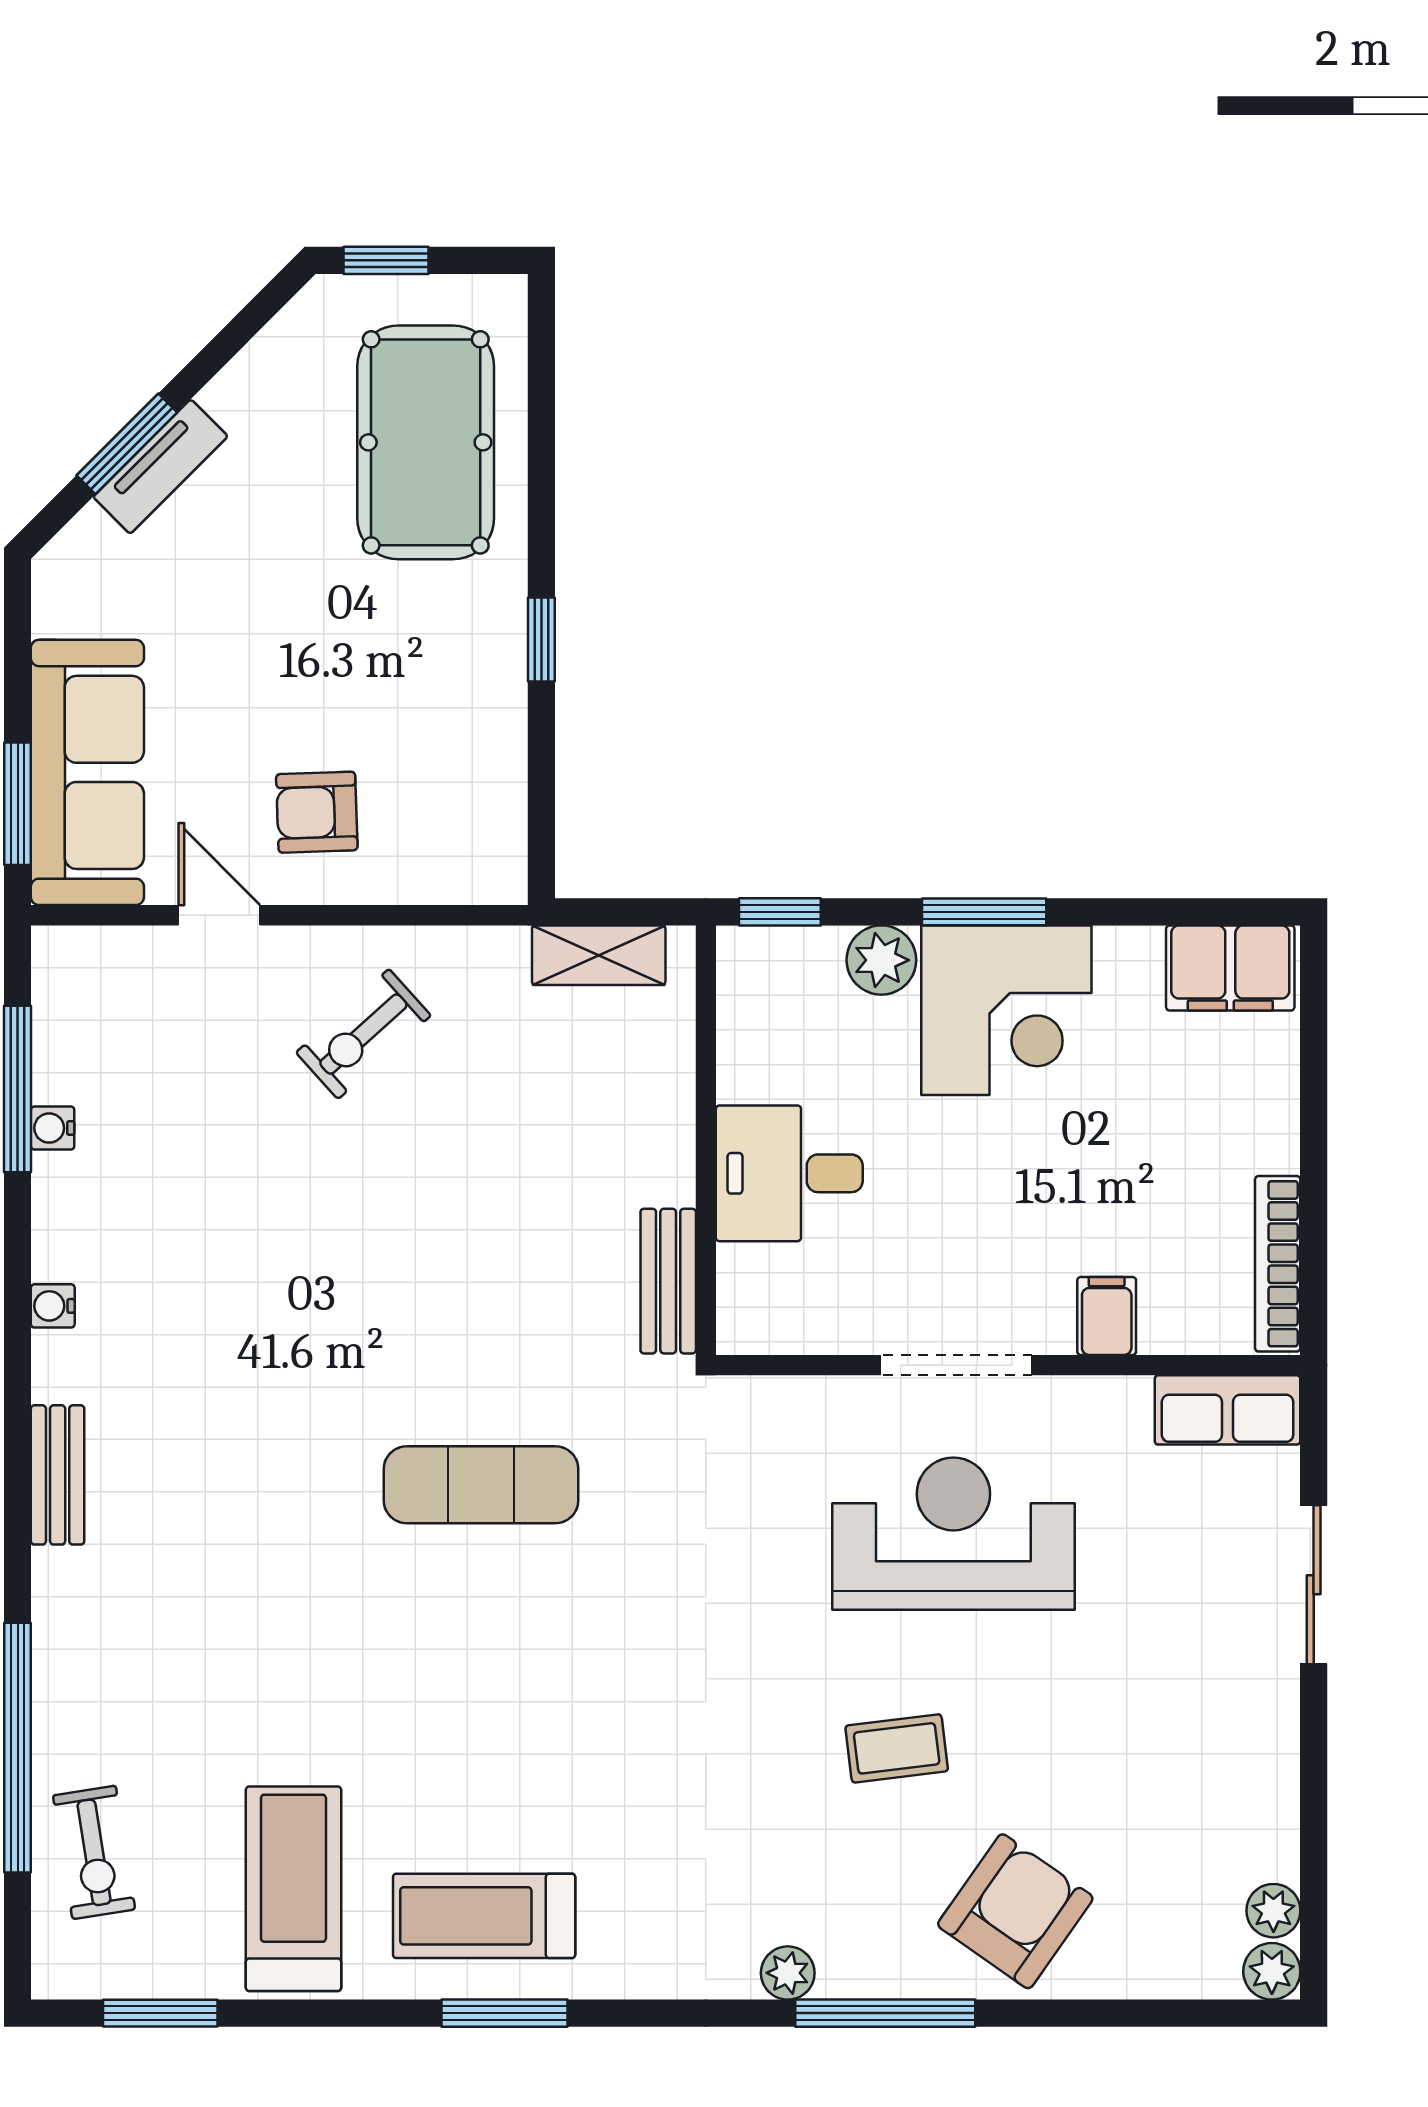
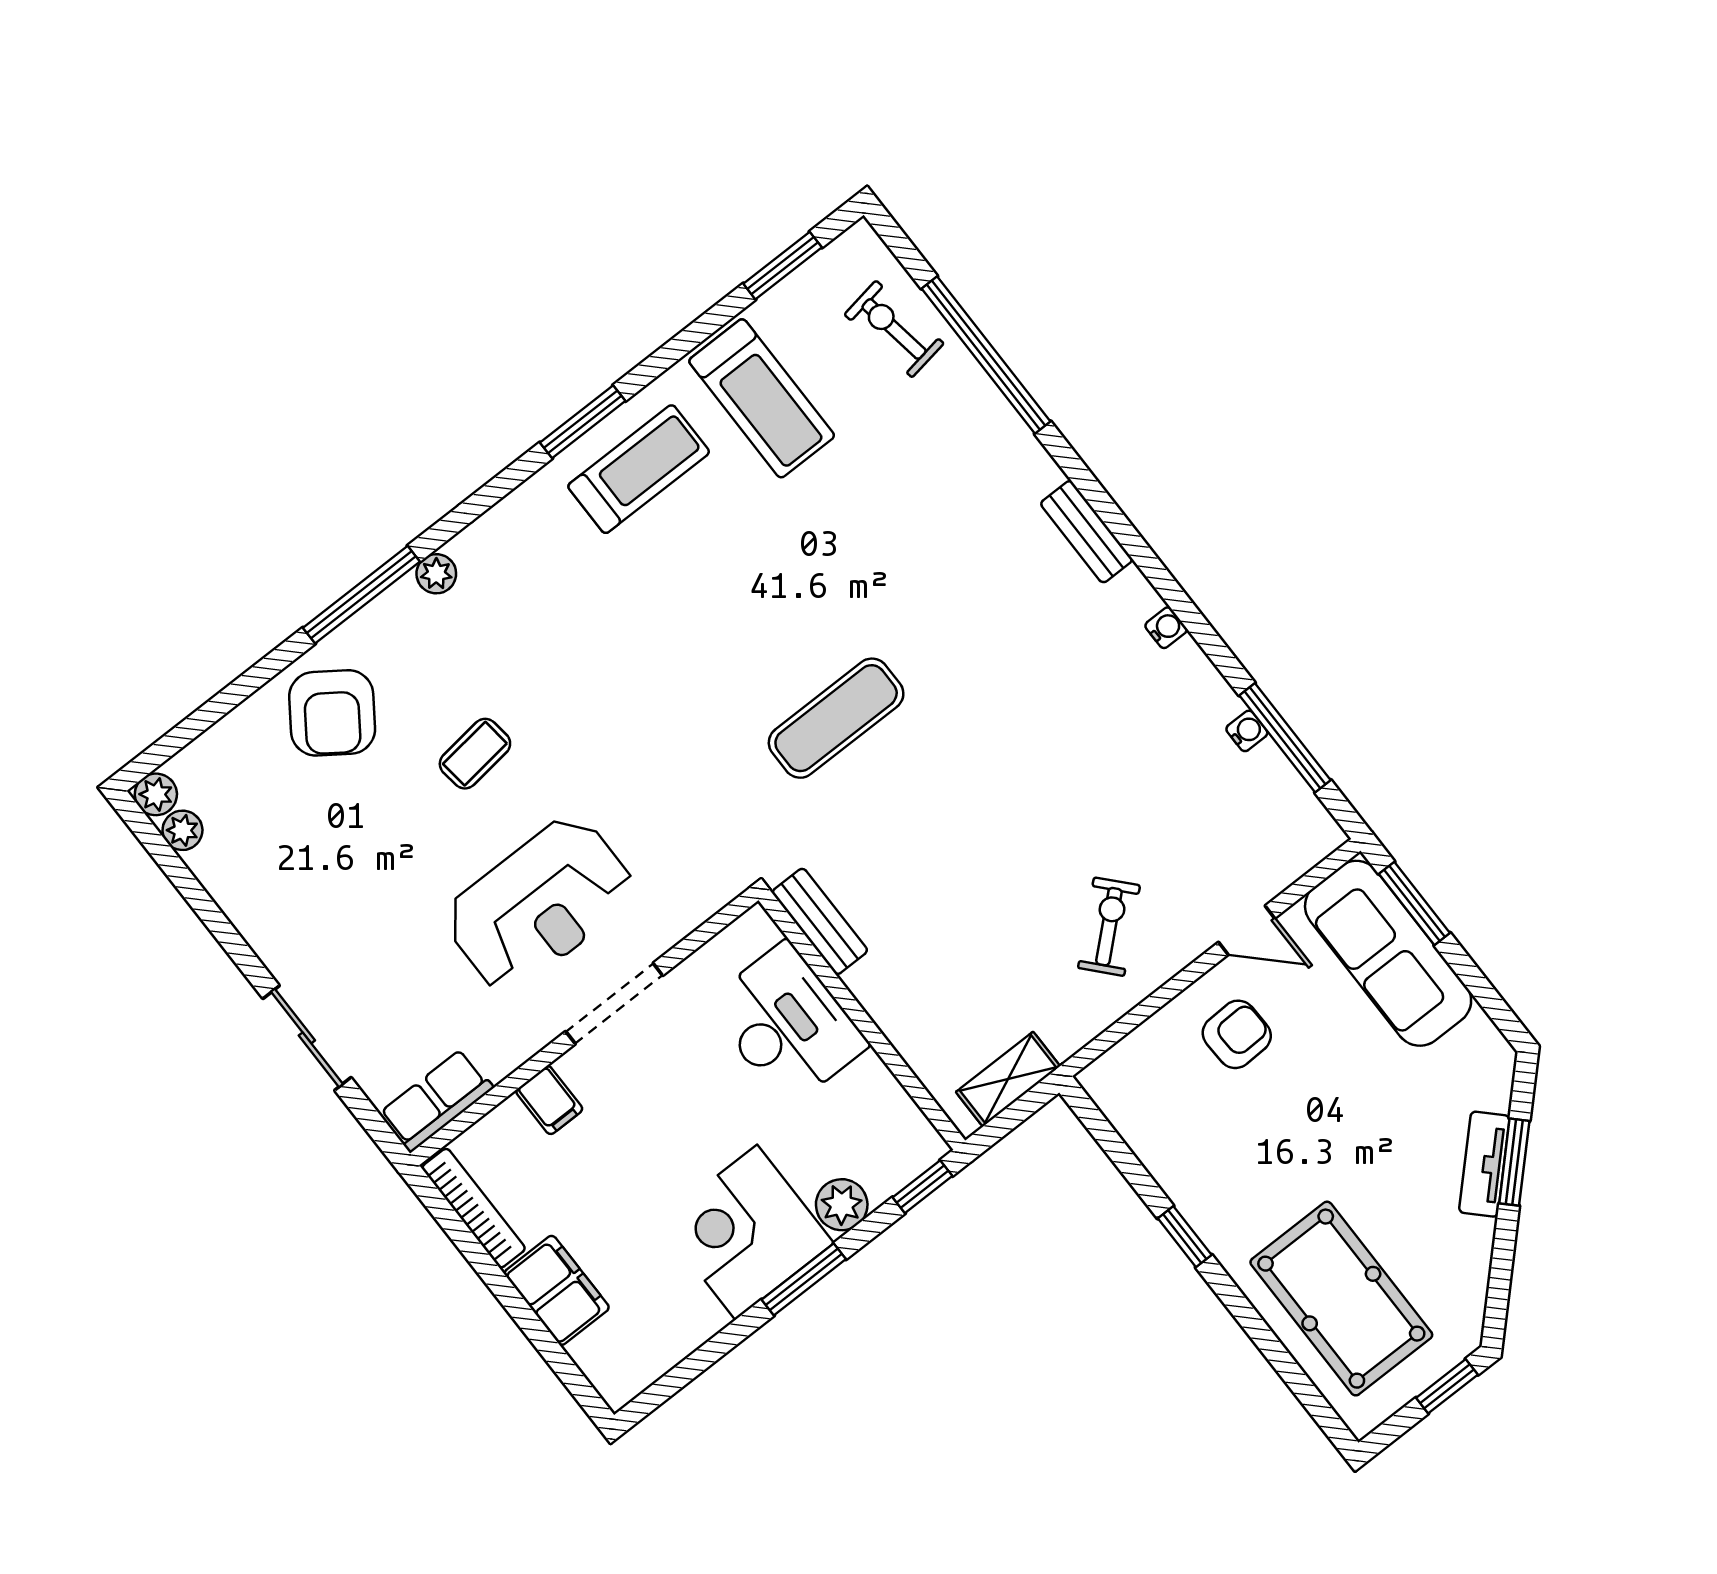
filing cabinet: (1230, 968) -> (557, 1290), moved, turned 90
desk: (789, 1173) -> (787, 1024), width x1.37

